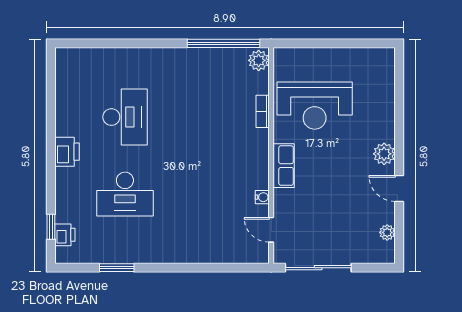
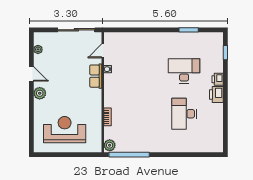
reception desk: (315, 106) -> (65, 130), moved
row of seats: (284, 166) -> (96, 76), moved
door: (271, 230) -> (103, 51), swing flipped
printer: (65, 235) -> (218, 79), moved

